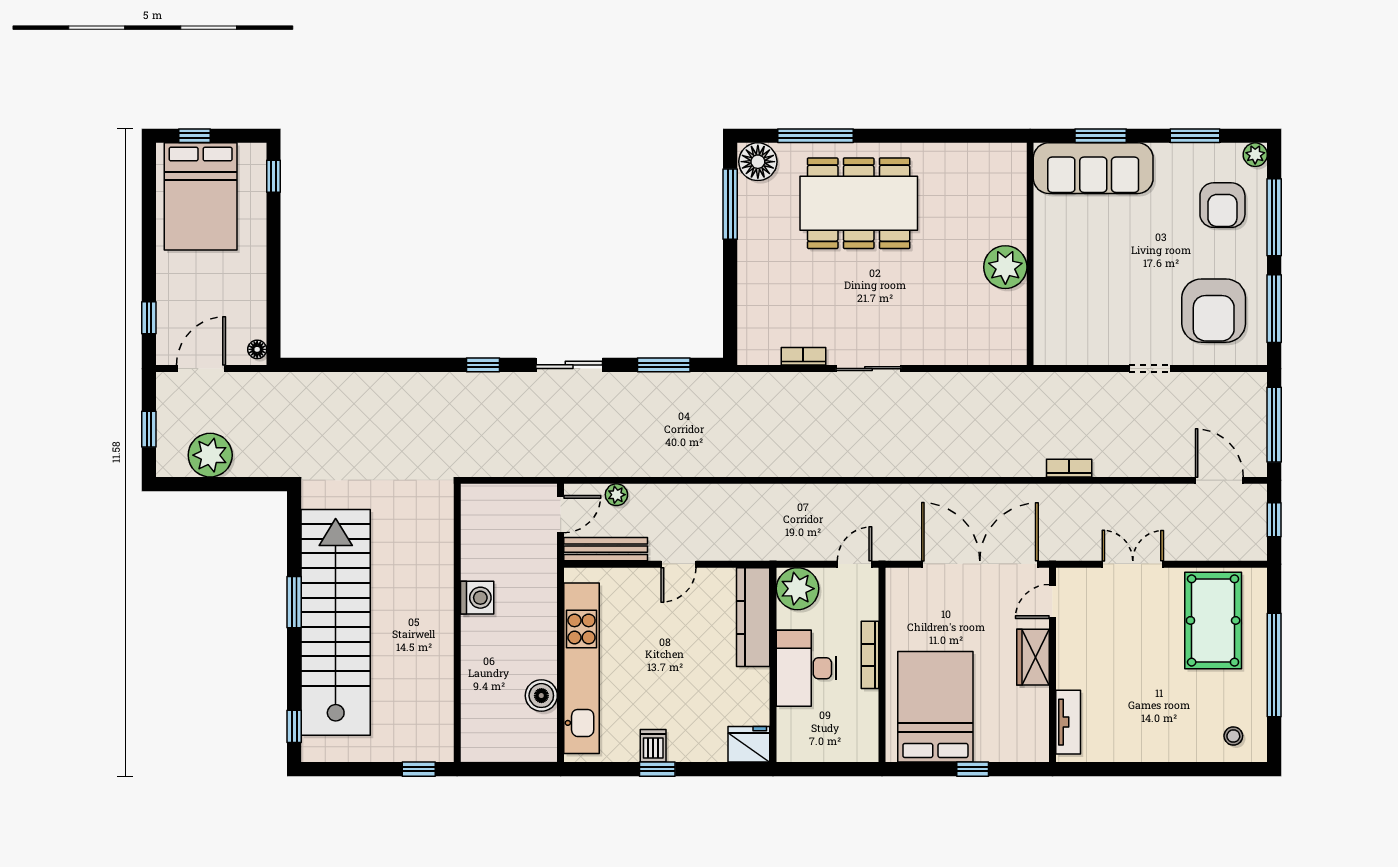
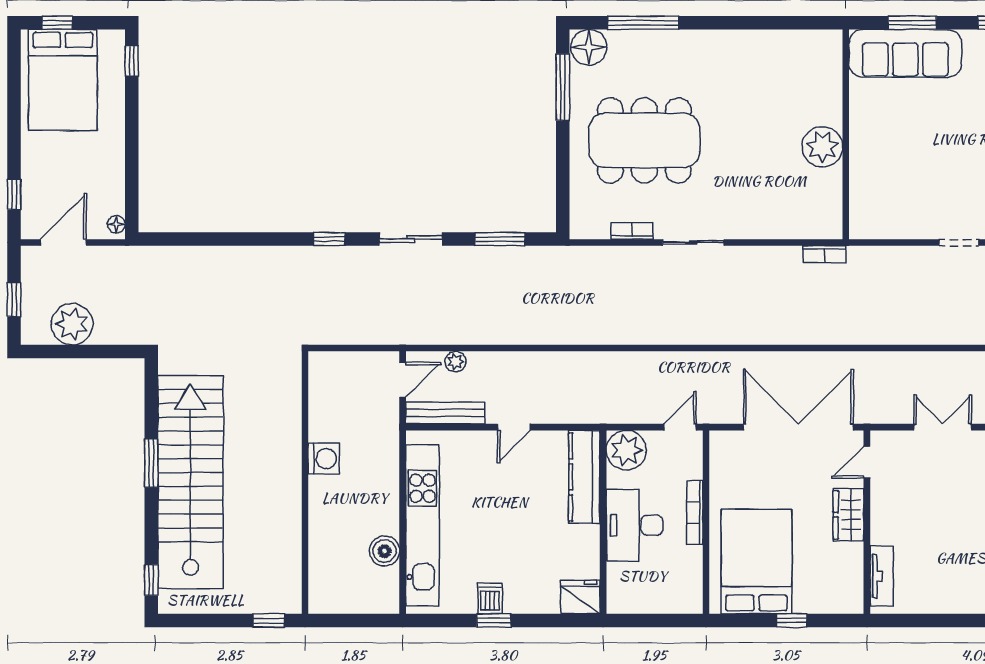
dining table: (859, 203) -> (644, 140), moved
bookcase: (1069, 468) -> (825, 254), moved, turned 180

